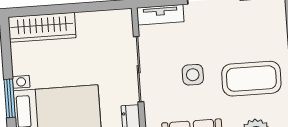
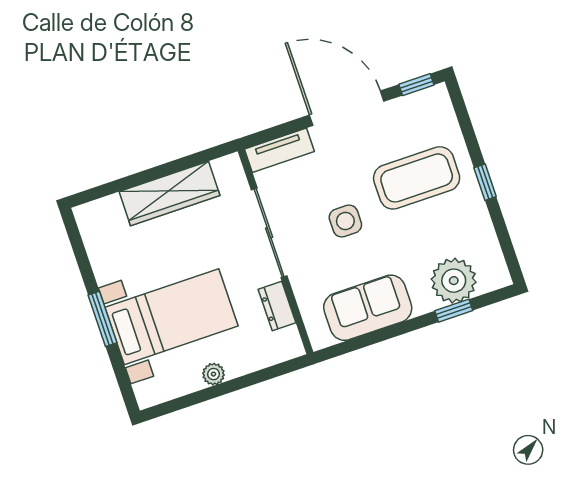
wardrobe: (42, 27) -> (170, 194), moved
coffee table: (251, 79) -> (417, 178), moved

